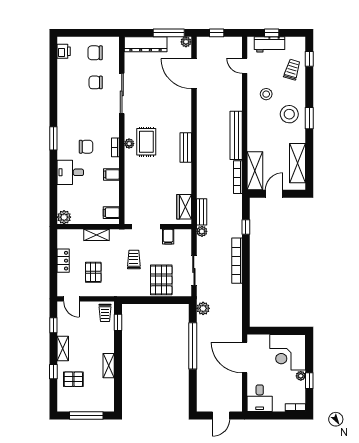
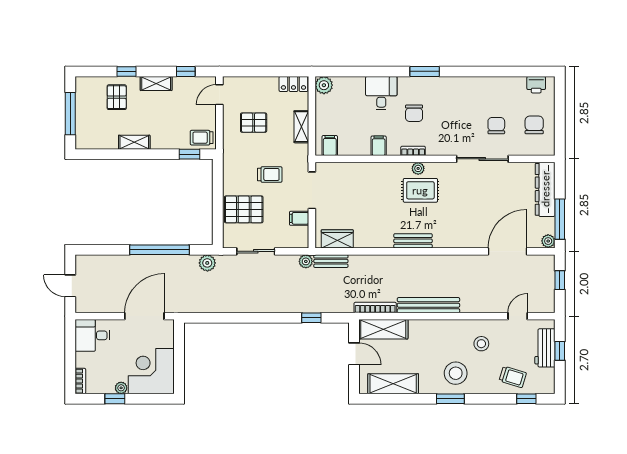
locker: (63, 261) -> (293, 84), moved
bookcase: (237, 261) -> (268, 306), removed

